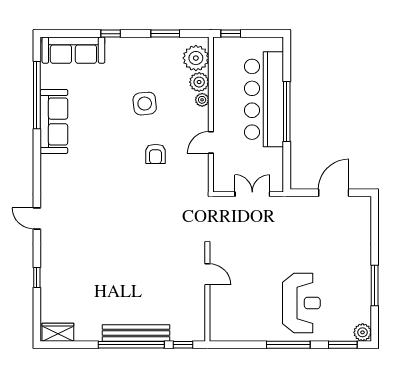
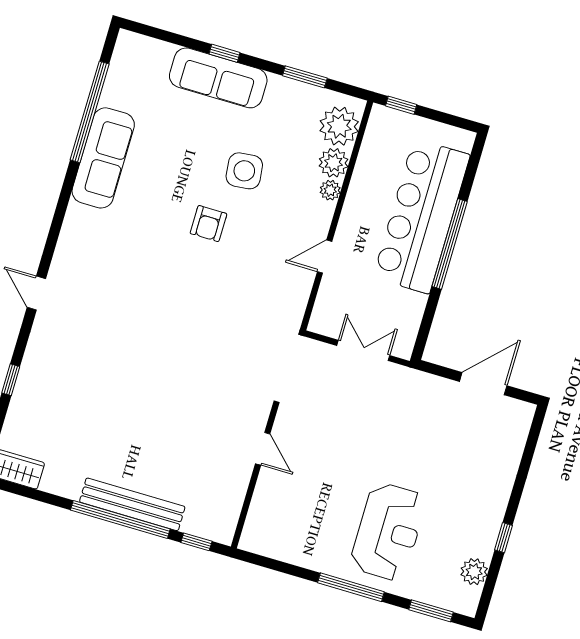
sofa: (73, 50) -> (218, 78), moved
armchair: (156, 154) -> (208, 224), moved
window: (375, 286) -> (504, 538), width x0.46
plant: (363, 332) -> (474, 572), moved

